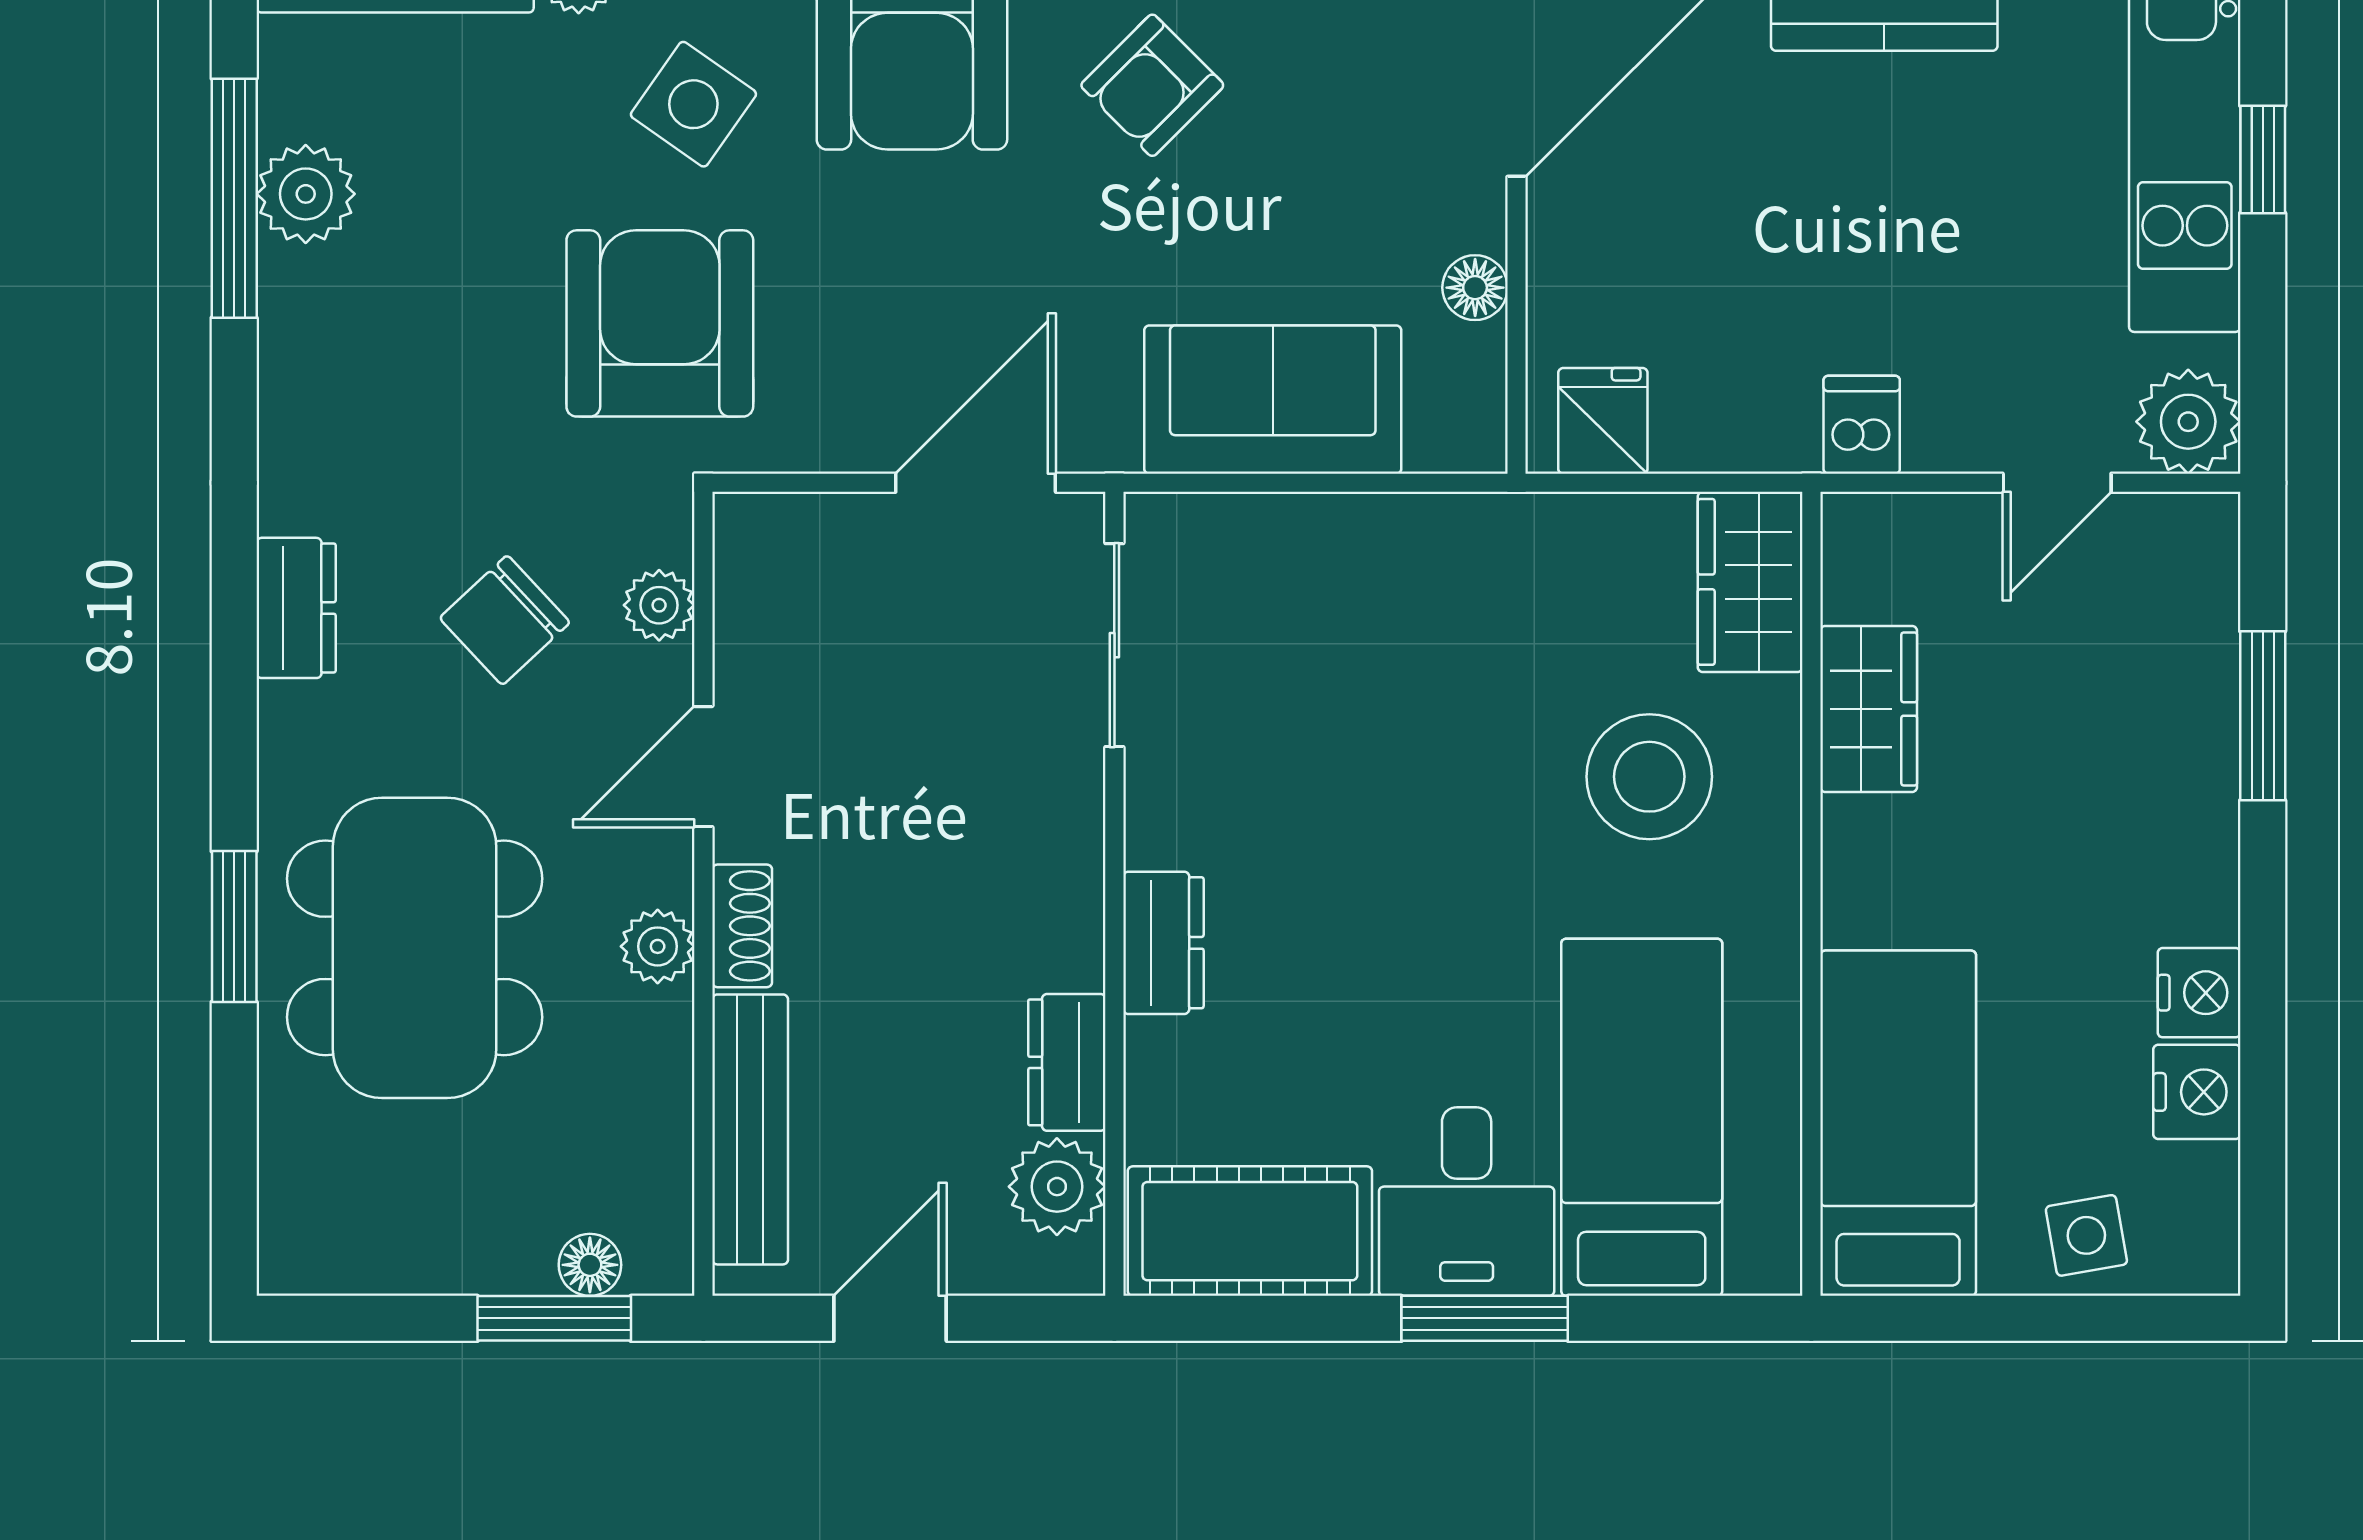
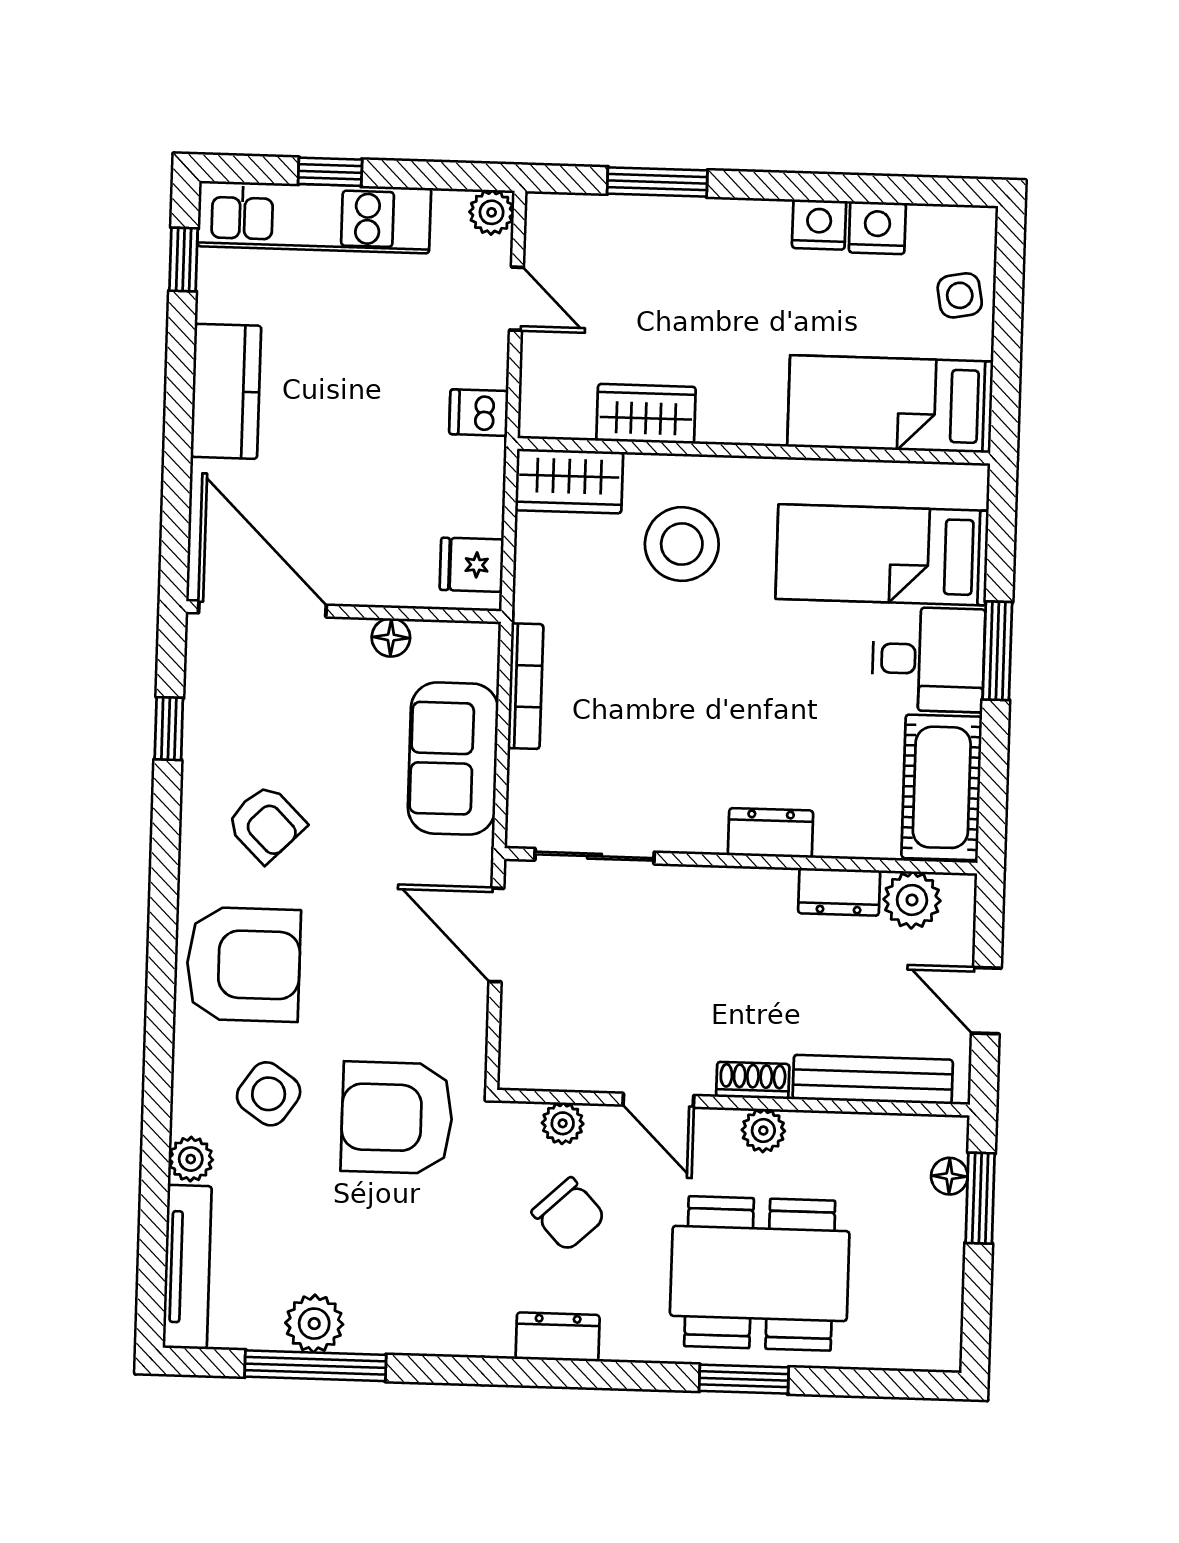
plant: (2188, 422) -> (492, 212), width x0.73, depth x0.73
bookcase: (1400, 519) -> (526, 686), added

